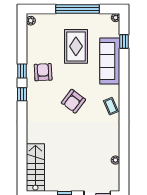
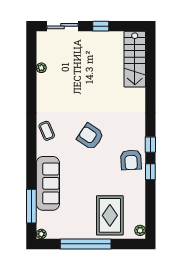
window: (124, 42) -> (31, 206), width x2.17
rug: (76, 46) -> (110, 215), moved
armchair: (43, 72) -> (131, 160), moved
armchair: (73, 101) -> (90, 136), turned -93

